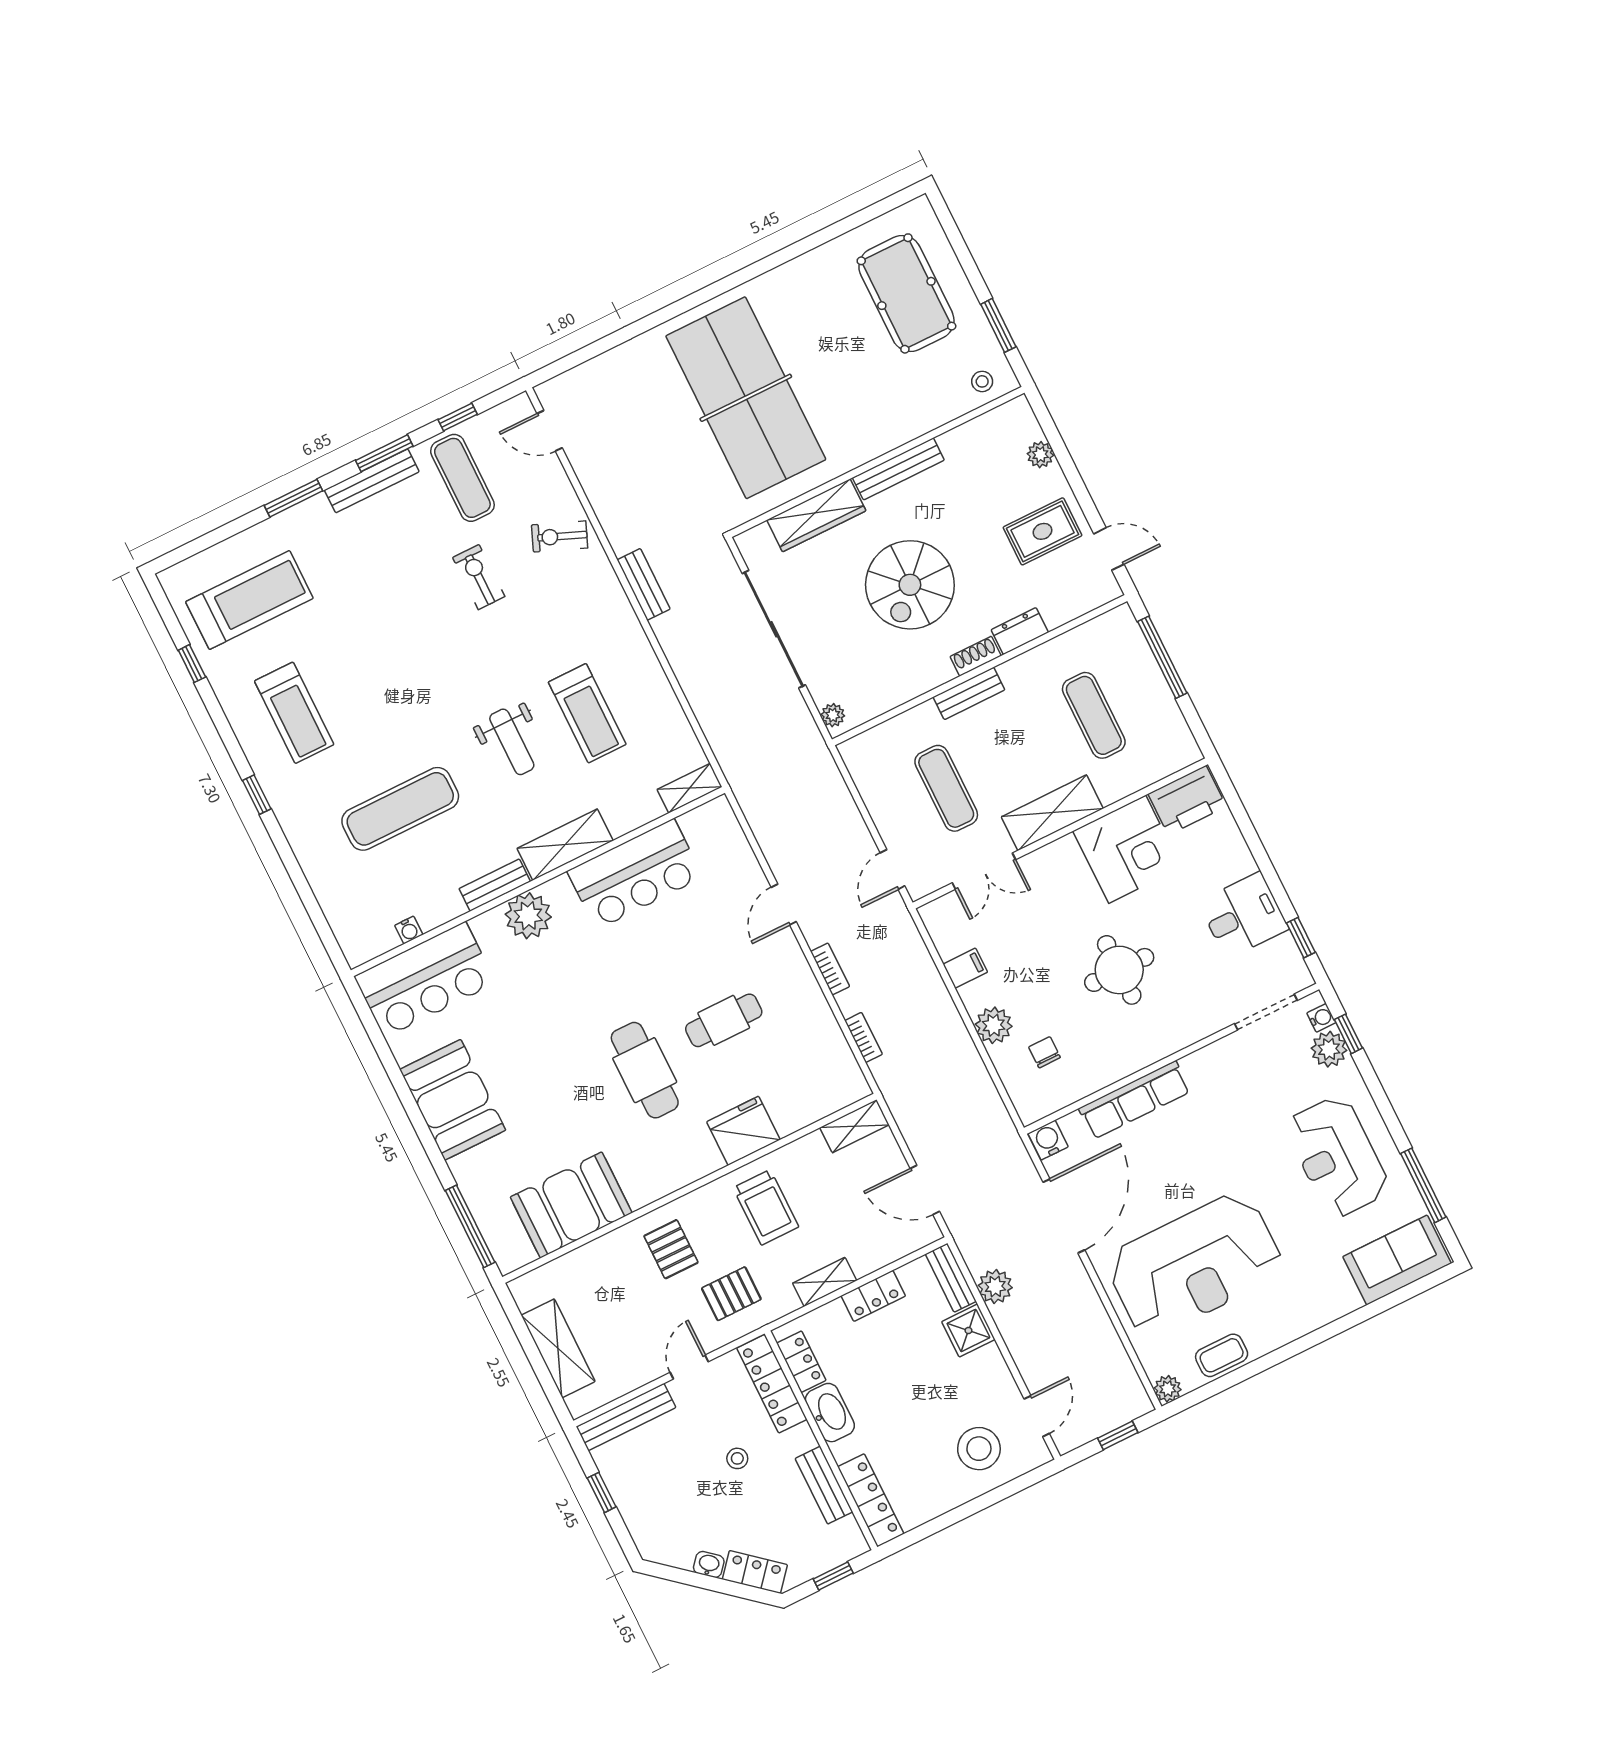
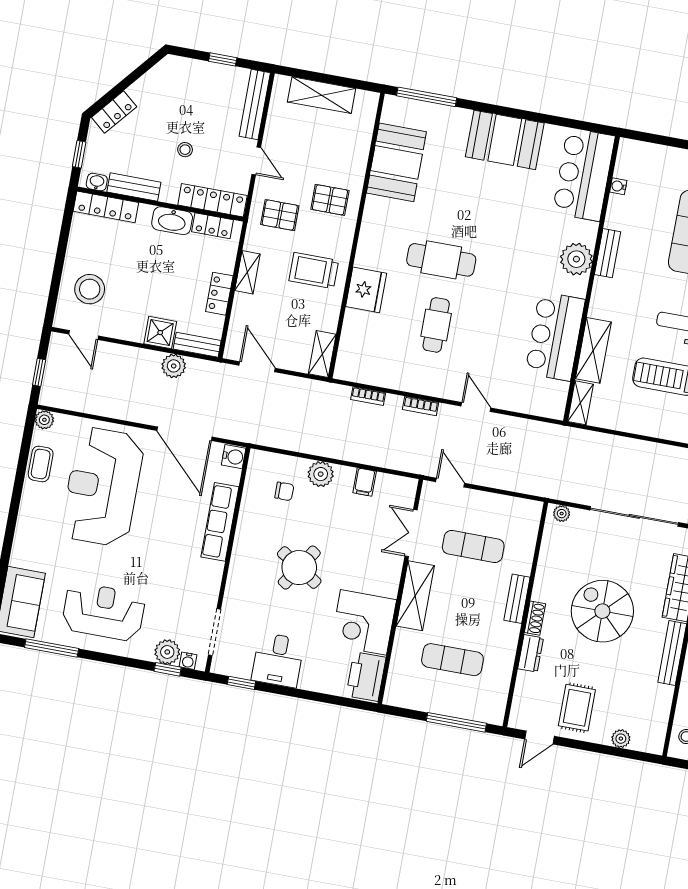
shelving: (565, 845) -> (593, 350), moved
round table: (1119, 970) -> (299, 568), turned 33
door: (925, 1190) -> (257, 367), hinge flipped
pallet: (731, 1294) -> (280, 215), turned 90
washbasin: (709, 1564) -> (97, 182), moved, turned -130

